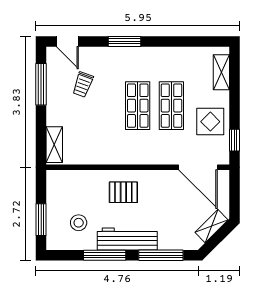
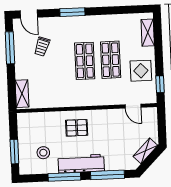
door: (198, 167) -> (133, 106), width x0.53

